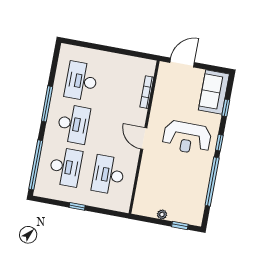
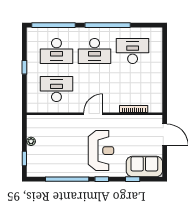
window: (47, 104) -> (108, 25), width x1.46
reception desk: (187, 138) -> (101, 151), turned 180

